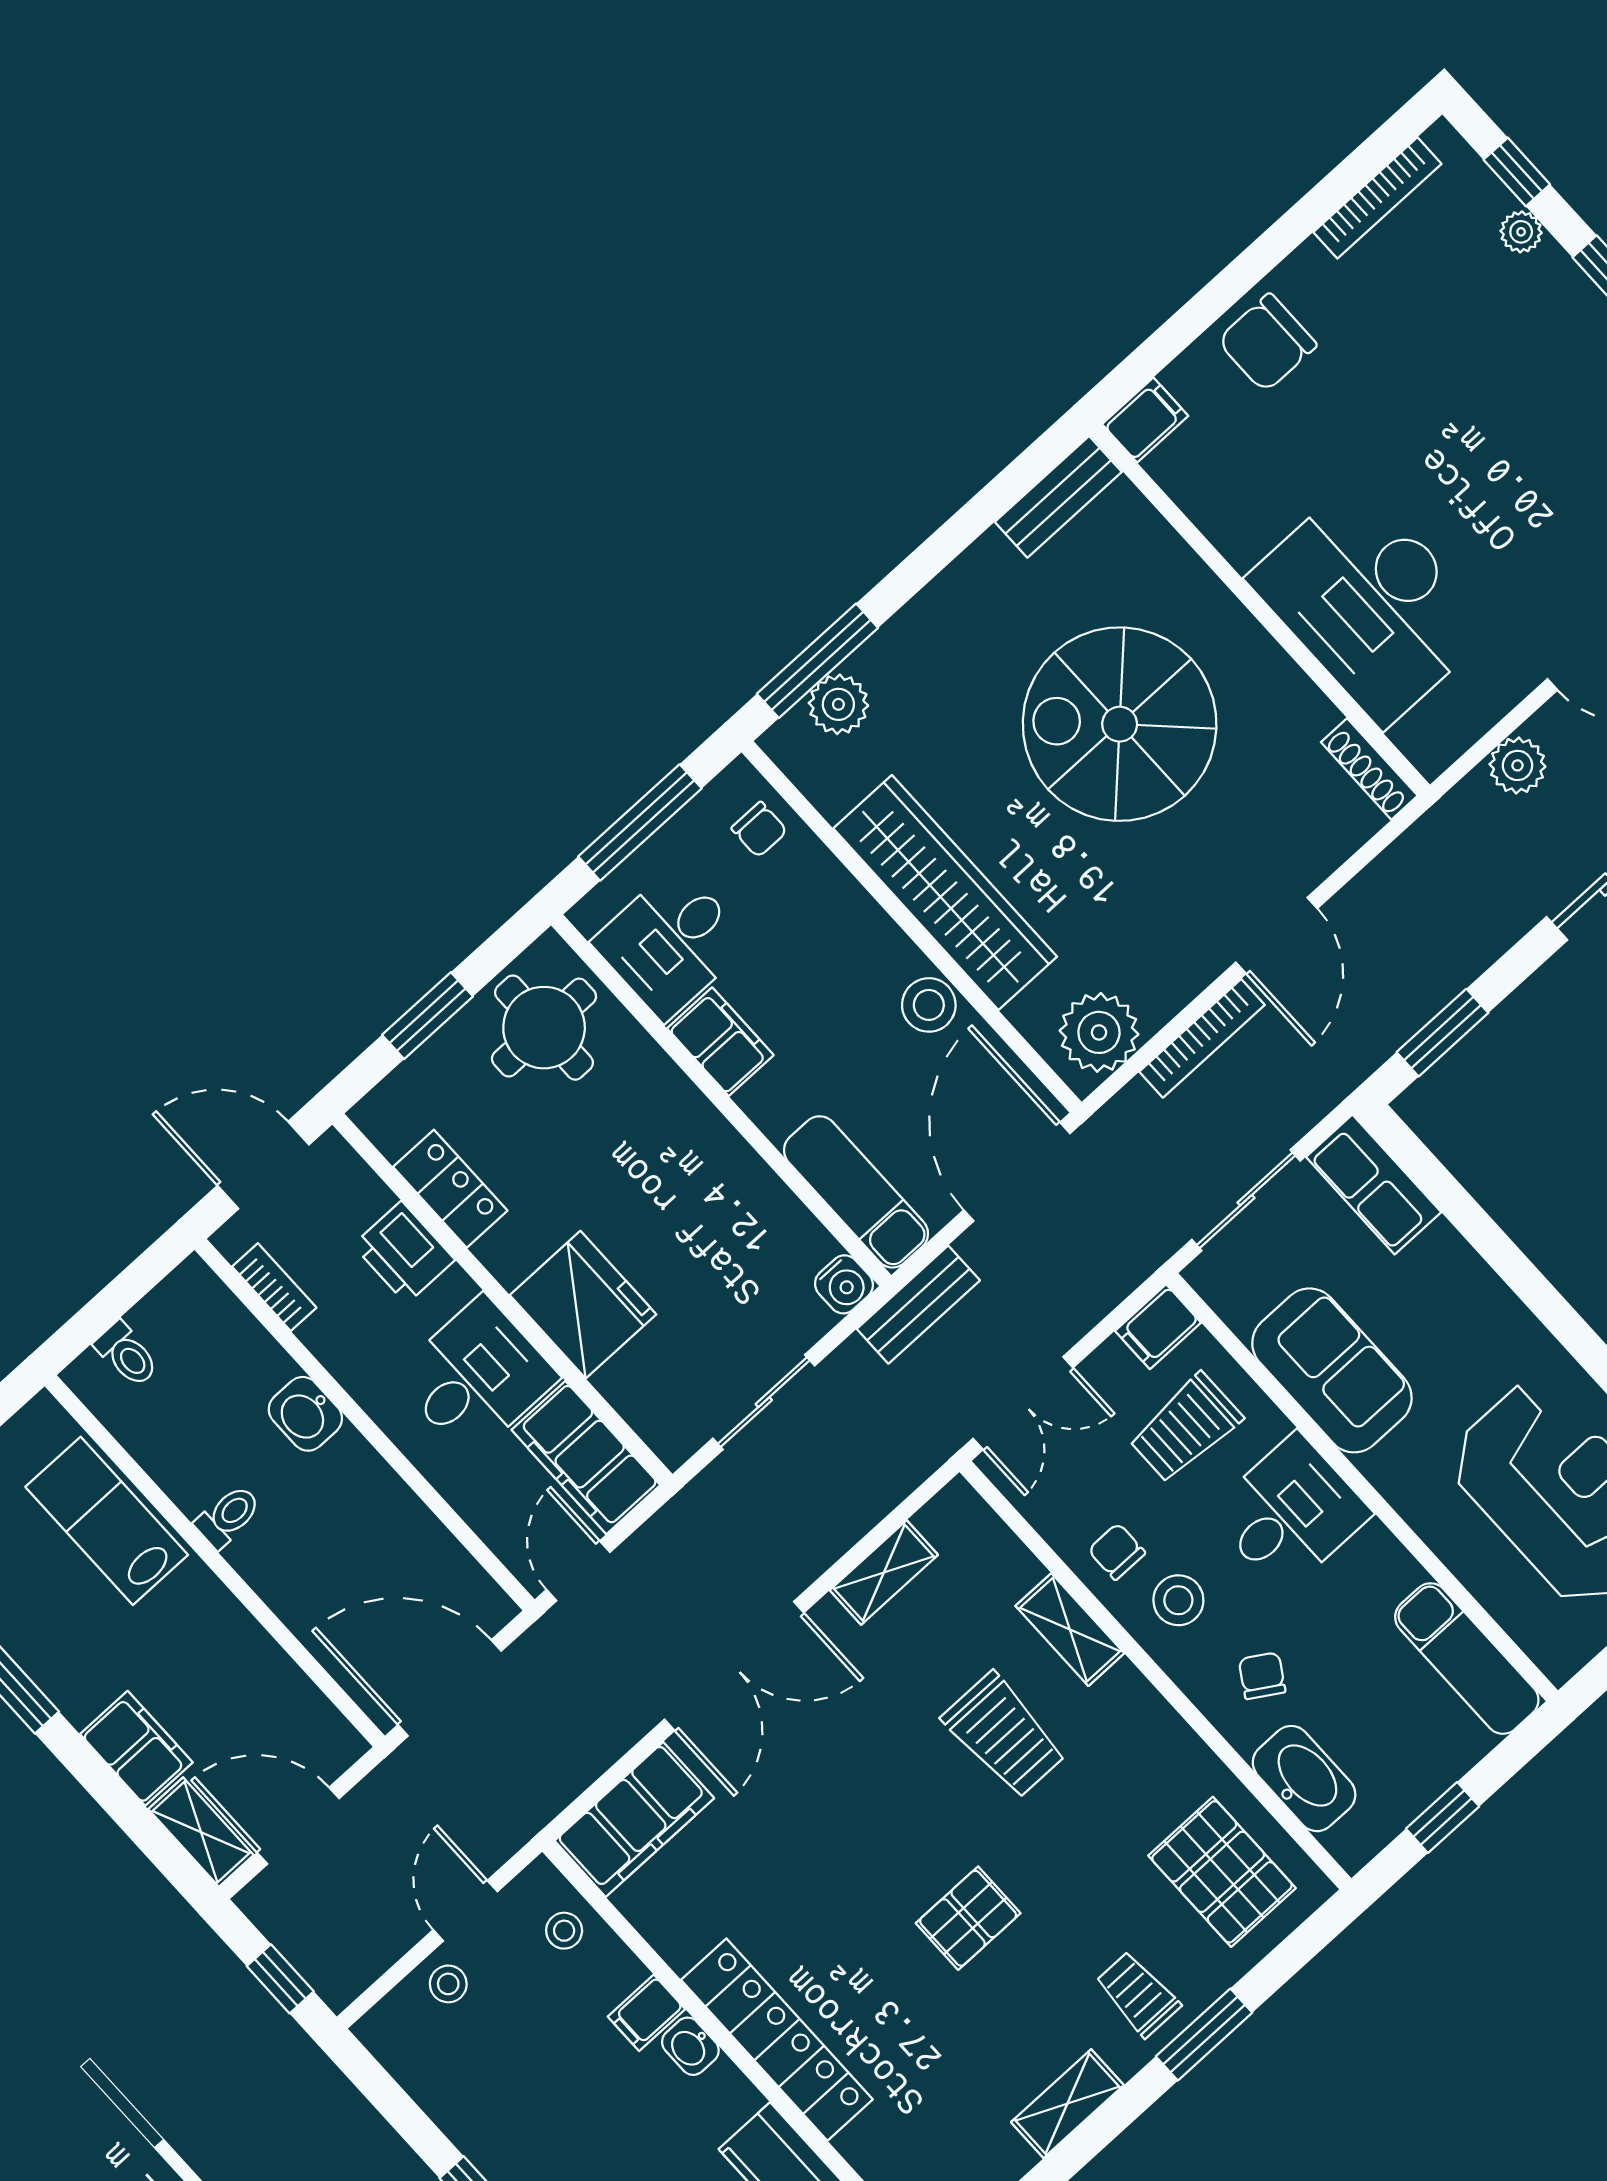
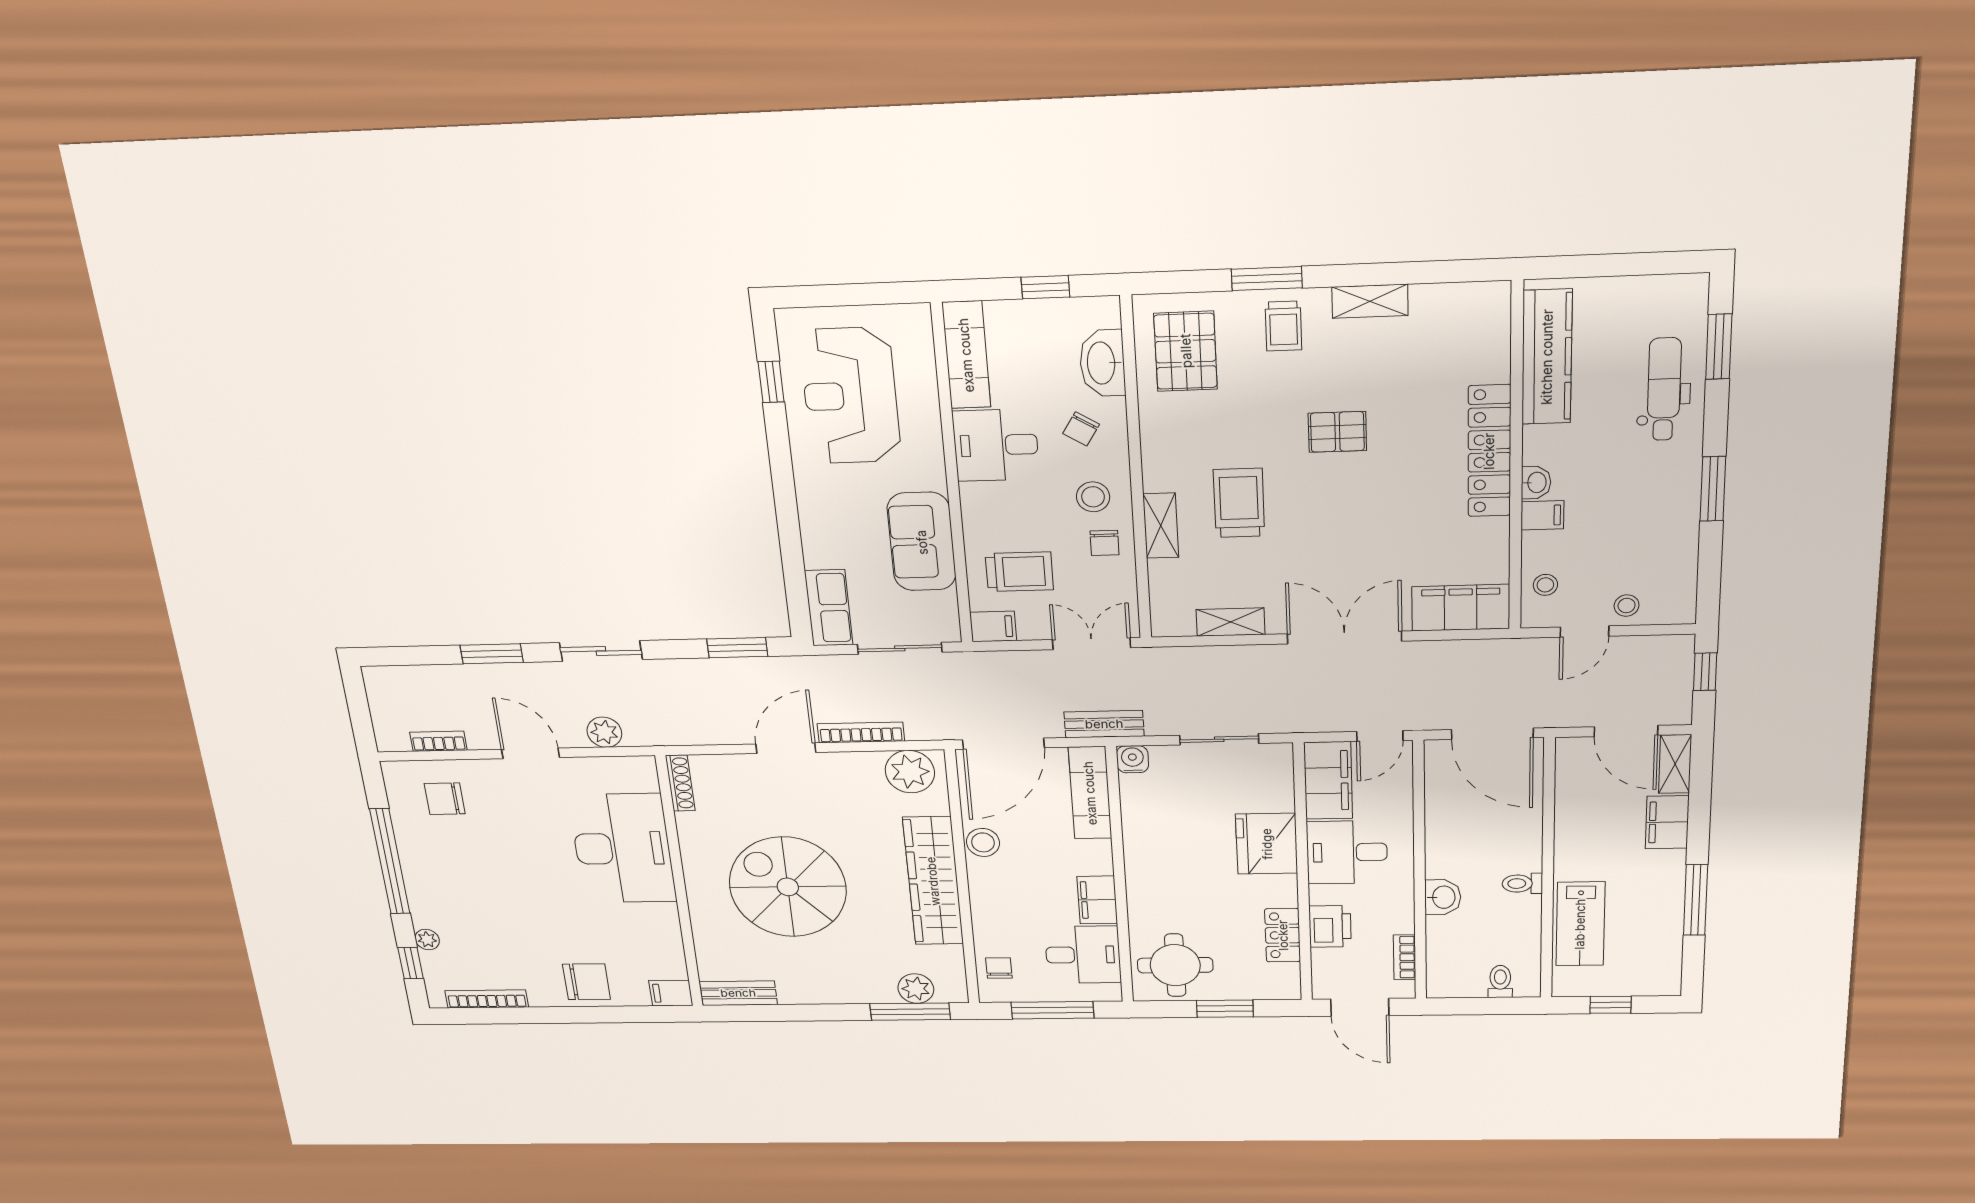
spiral stairs: (1120, 724) -> (788, 887), turned 180
desk: (1290, 1513) -> (996, 445), moved

